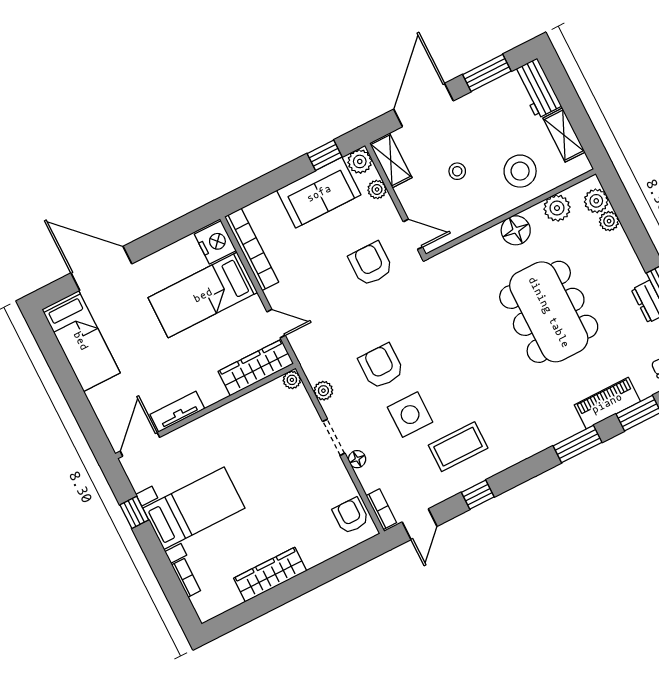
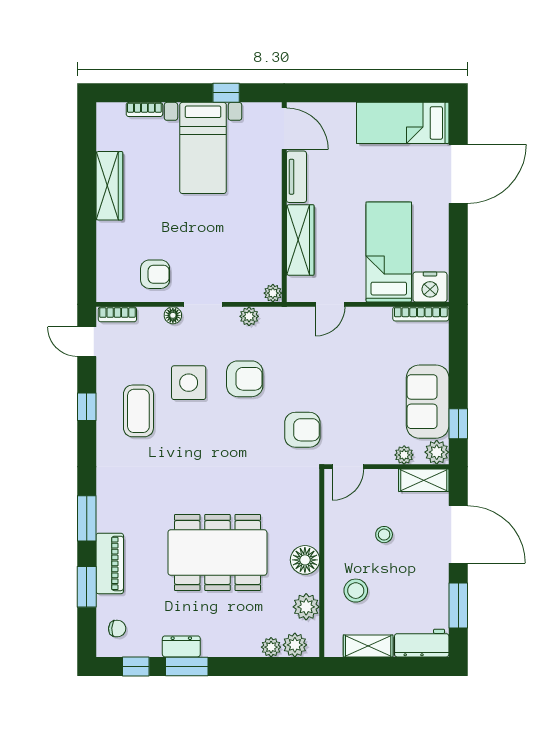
stool: (520, 171) -> (356, 591), width x0.73, depth x0.73
bookcase: (252, 249) -> (421, 314), width x0.68, depth x0.76
armchair: (371, 264) -> (302, 430), moved
wardrobe: (256, 367) -> (300, 240), moved
armchair: (351, 516) -> (155, 274), moved

